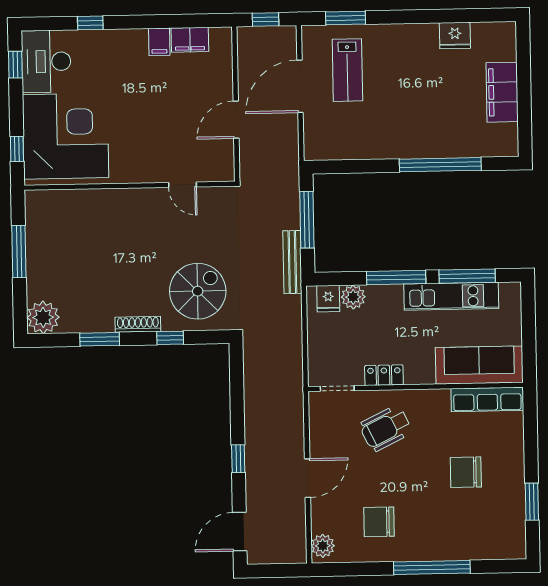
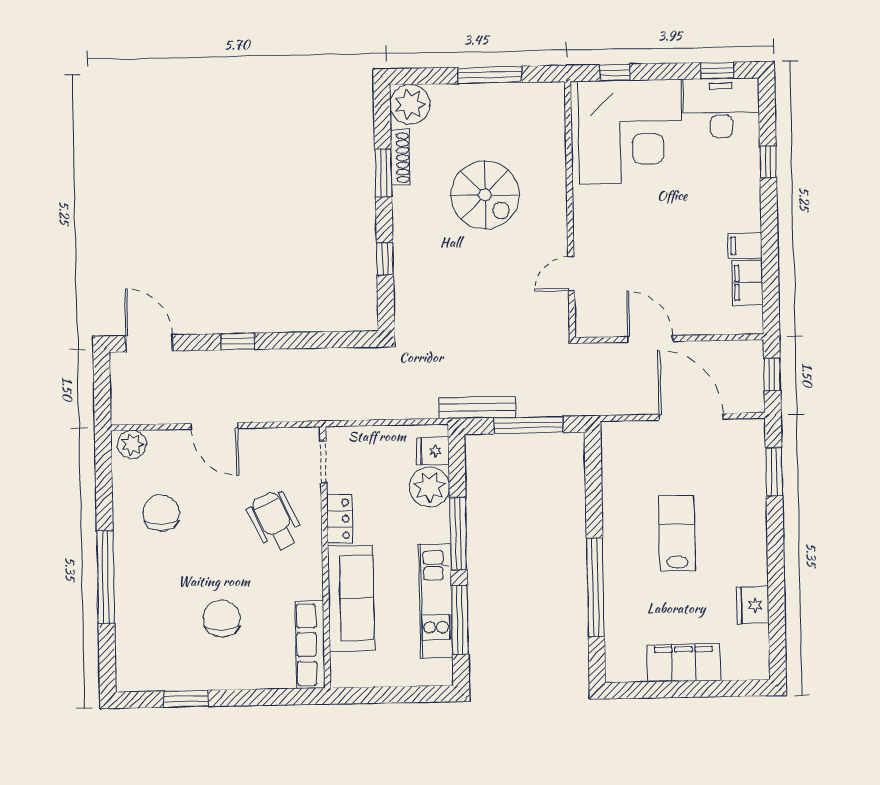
lab bench: (347, 70) -> (677, 533), moved, turned 90
spiral stairs: (198, 291) -> (485, 195), moved
plant: (353, 297) -> (429, 487), width x1.36, depth x1.36
shoe rack: (138, 324) -> (400, 158), moved
sofa: (479, 365) -> (351, 598), moved

